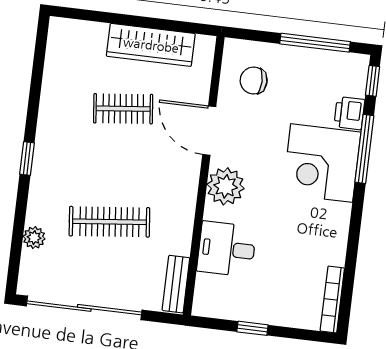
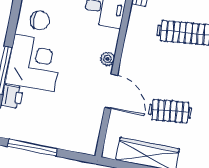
chair: (254, 81) -> (40, 20), moved
plant: (226, 186) -> (107, 59), width x0.53, depth x0.53

